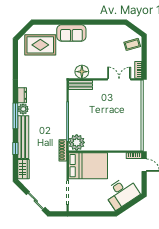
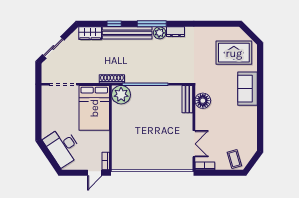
rug: (40, 45) -> (234, 53), turned 90

